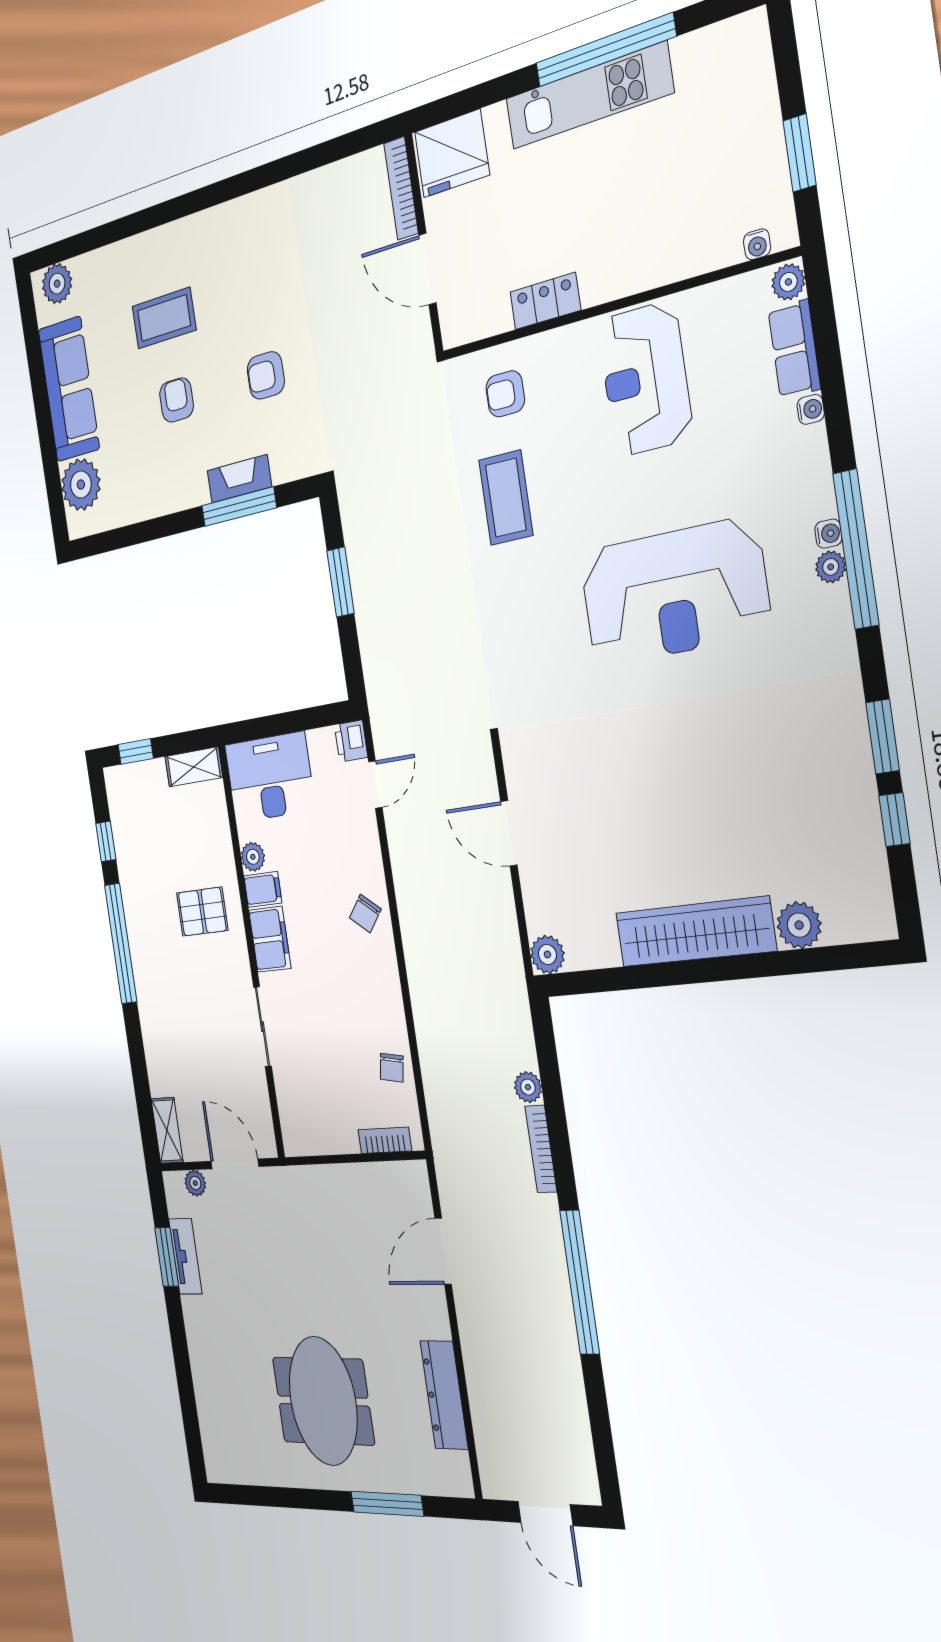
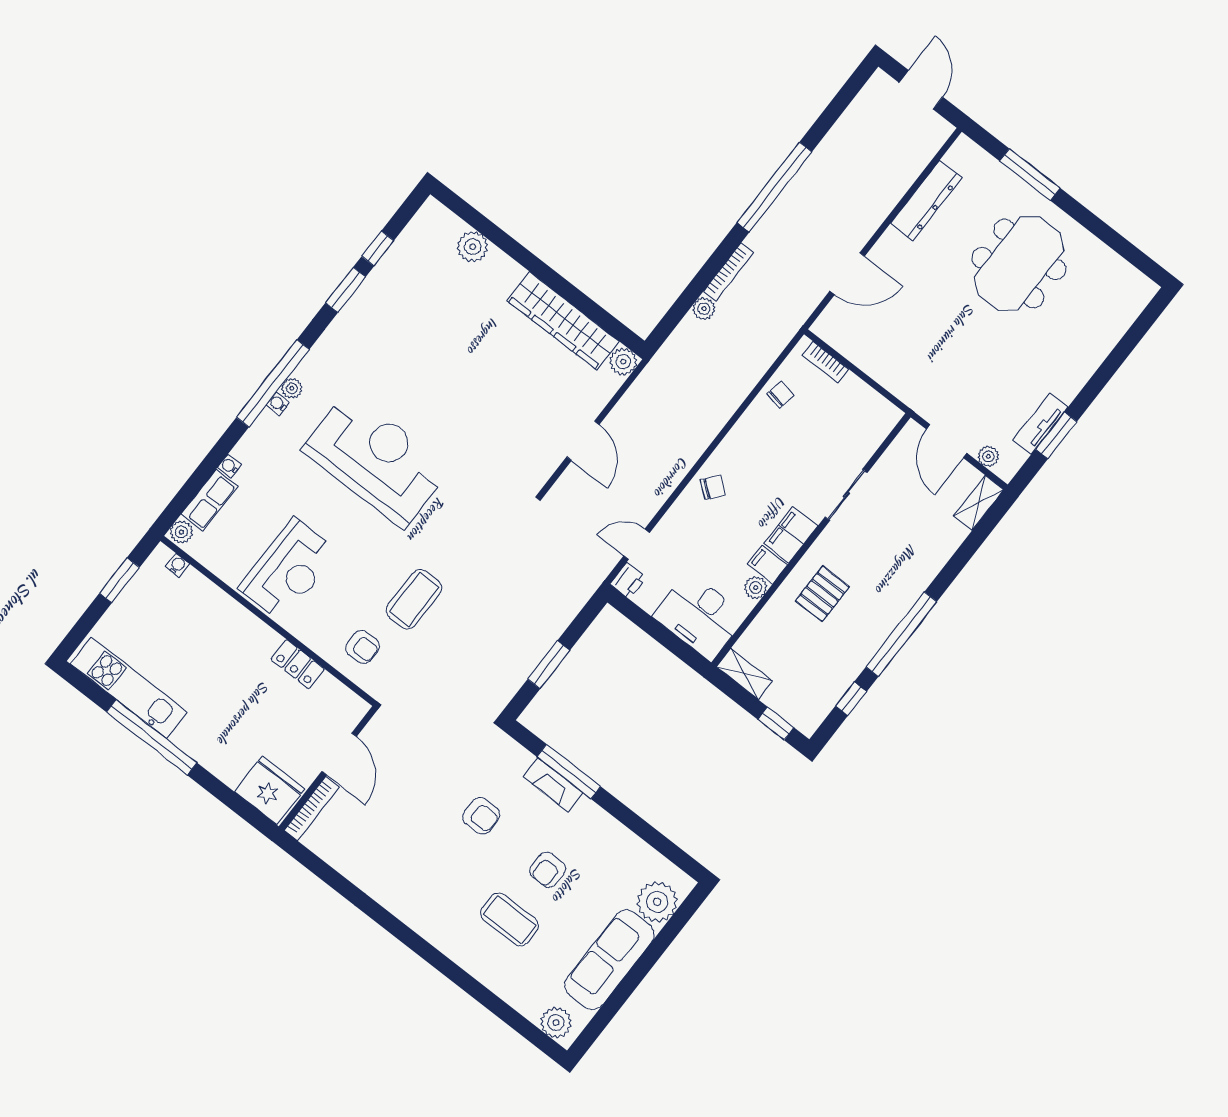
kitchen unit: (589, 96) -> (129, 688), moved
pallet: (202, 912) -> (822, 594), turned 90
wardrobe: (695, 932) -> (563, 321), moved

